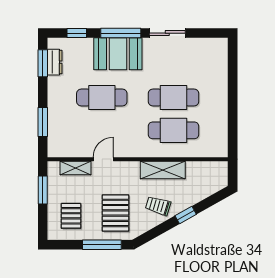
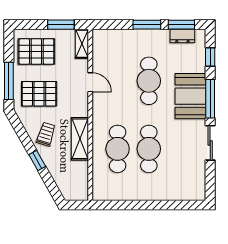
window: (43, 122) -> (147, 25), moved
shelving: (76, 168) -> (82, 44), moved
pallet: (71, 216) -> (36, 51), width x1.50, depth x1.42

